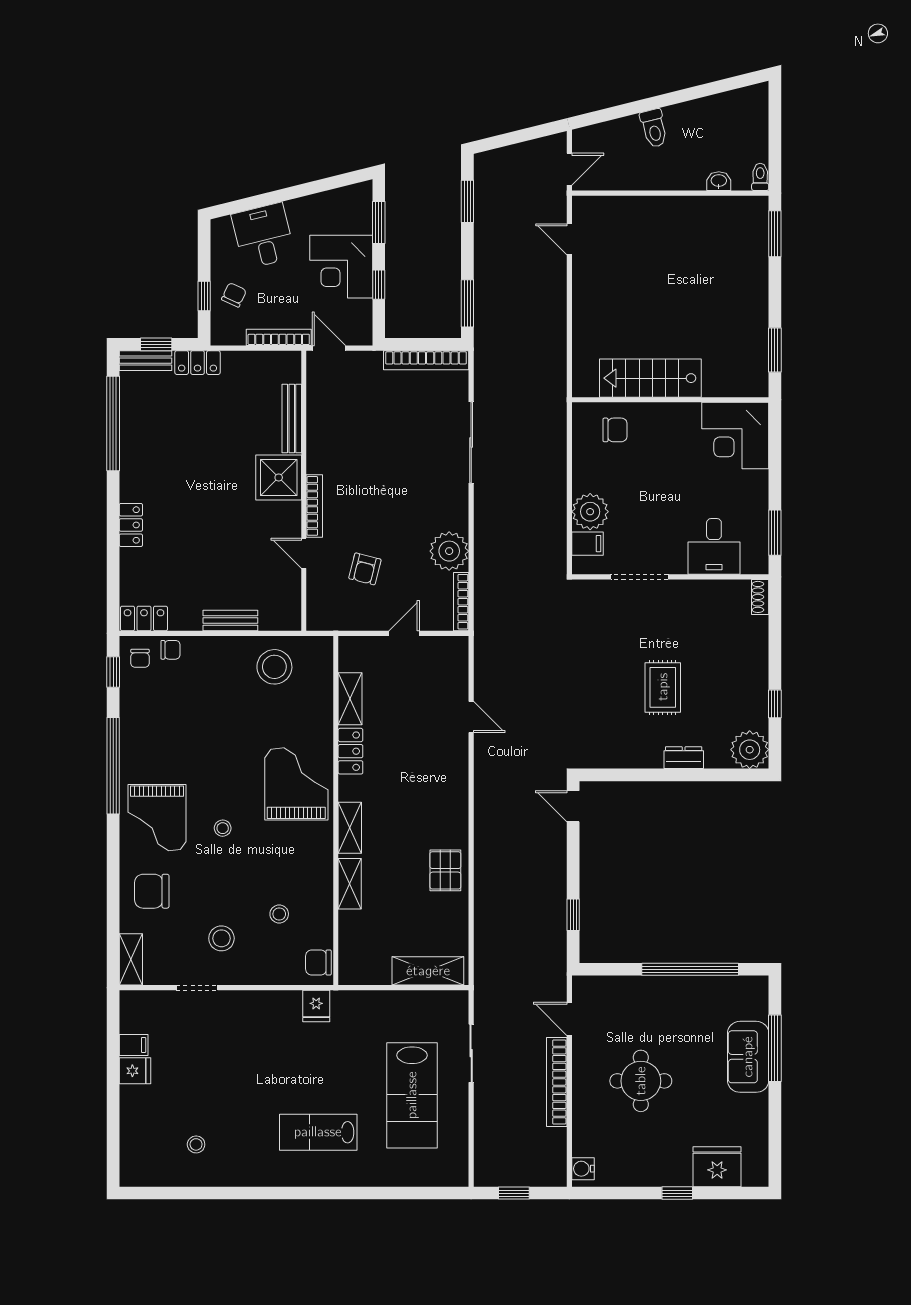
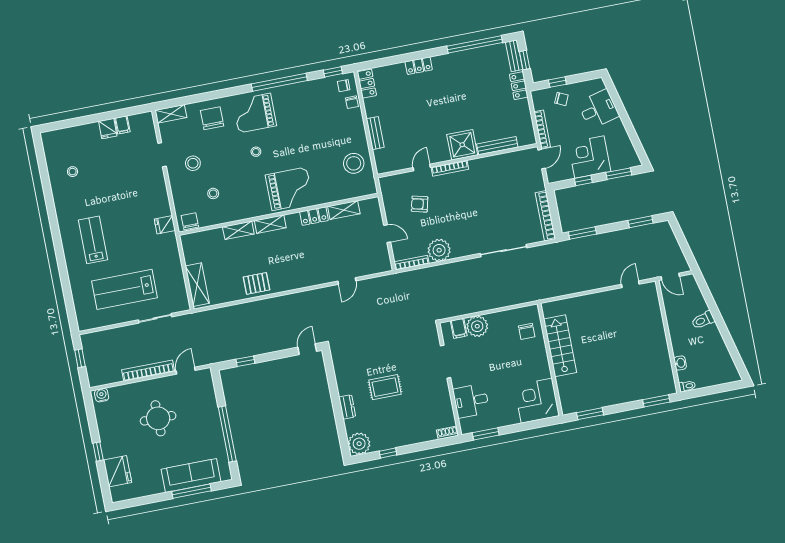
sofa: (748, 1057) -> (191, 475), width x1.36

